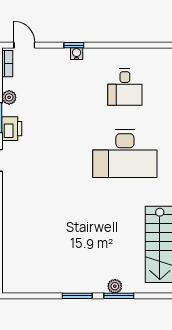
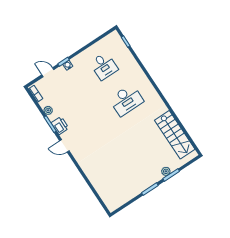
door: (24, 45) -> (48, 72), moved
desk: (125, 154) -> (126, 100), width x0.73, depth x0.77

